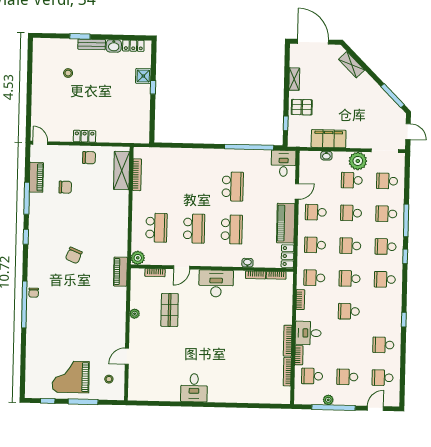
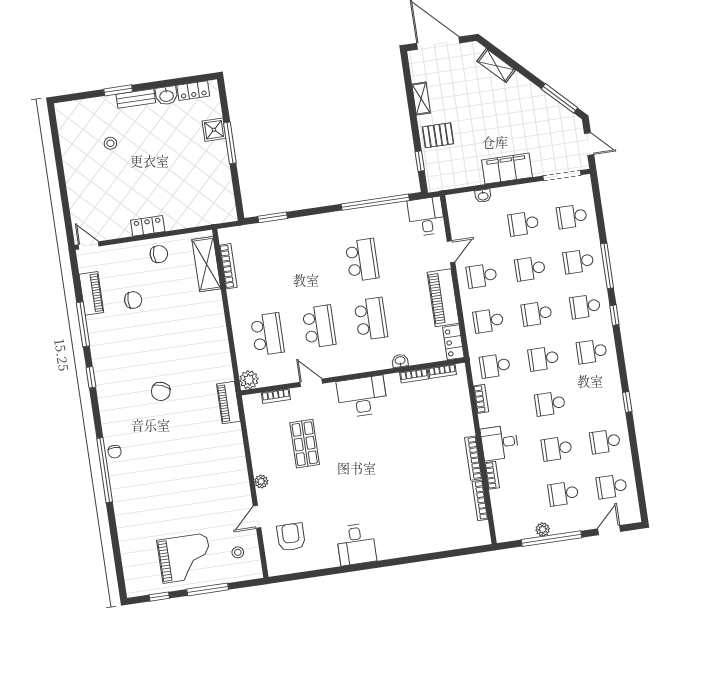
window: (153, 87) -> (230, 143), width x2.17
filing cabinet: (329, 139) -> (507, 169), moved
window: (174, 145) -> (273, 217), added
plant: (358, 161) -> (527, 196), removed
door: (182, 267) -> (311, 383), swing flipped
plant: (135, 314) -> (261, 481), moved
armchair: (149, 375) -> (291, 537), added
school desk: (312, 376) -> (557, 449), moved
grand piano: (71, 377) -> (185, 558), turned 180

